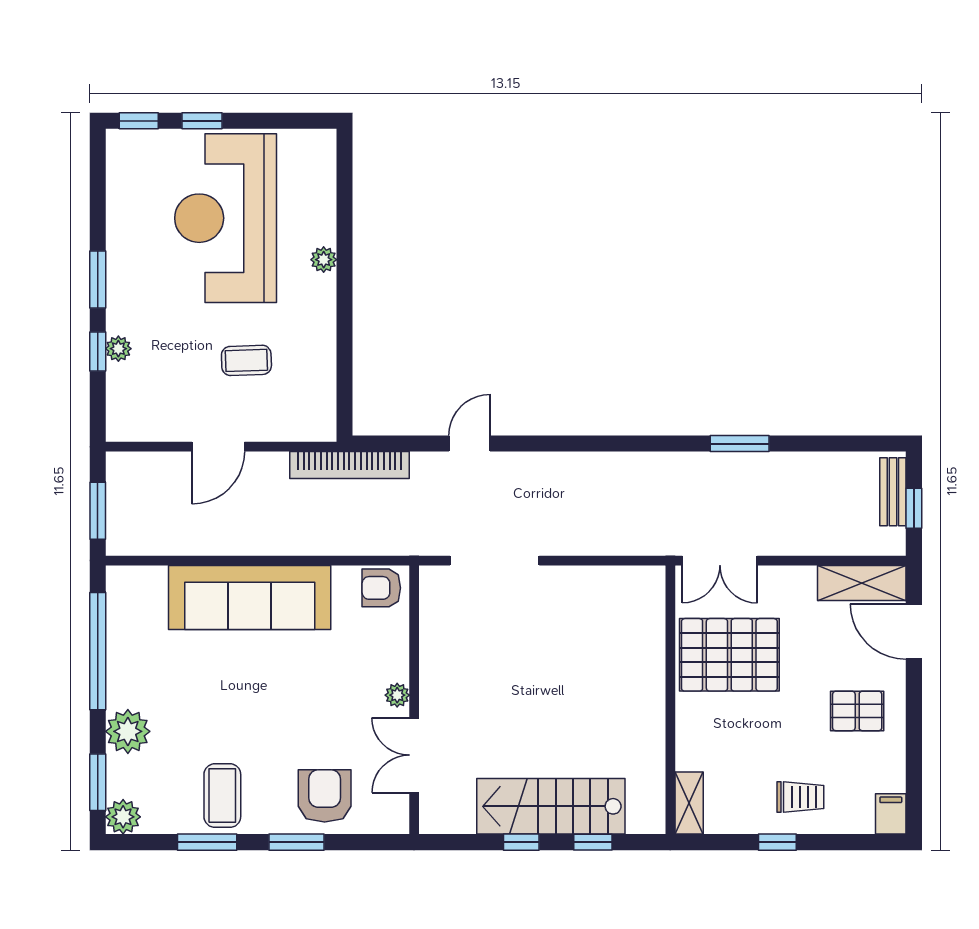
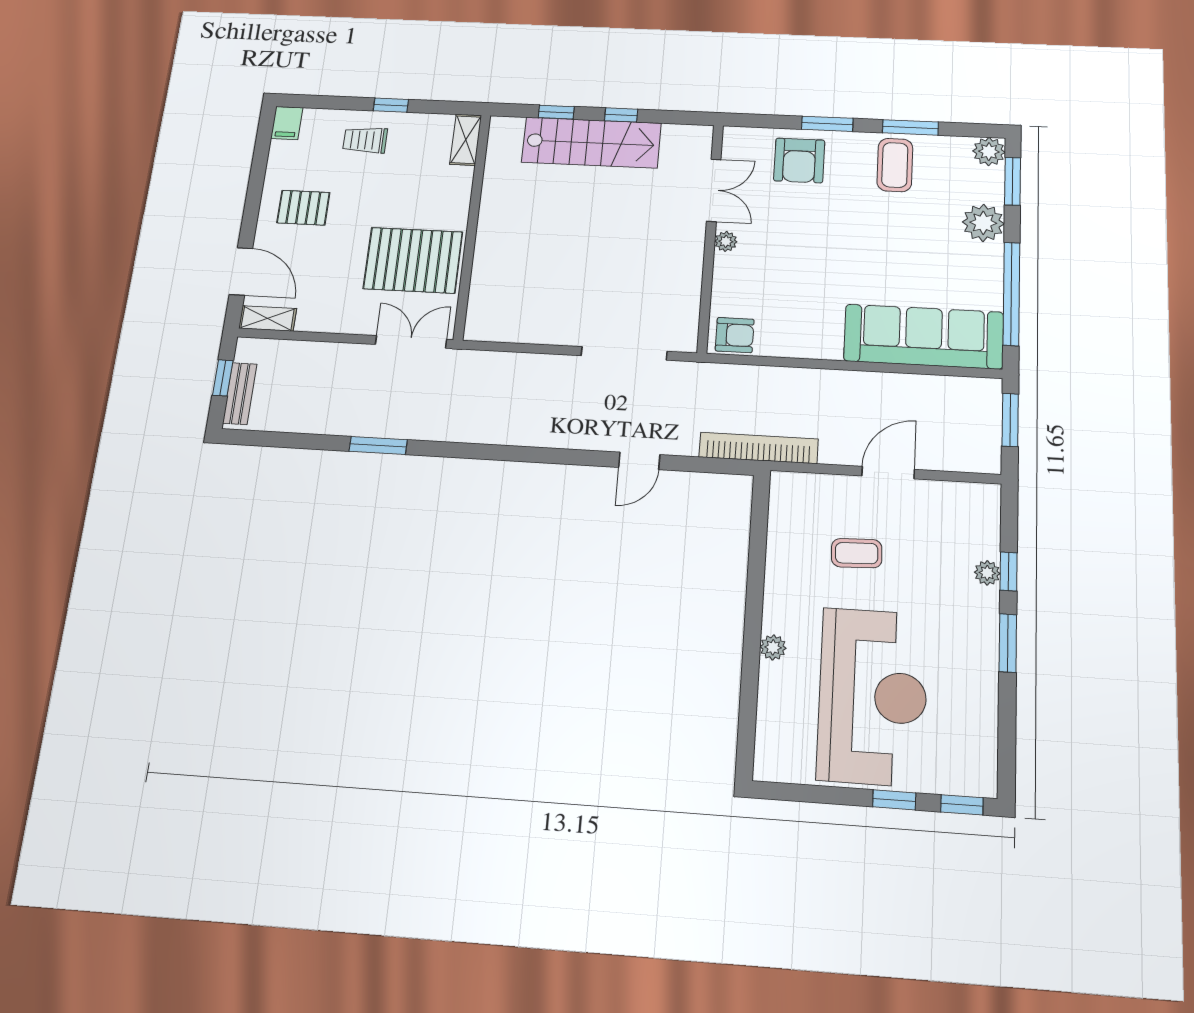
shelving: (862, 583) -> (268, 318), width x0.67, depth x0.75
sofa: (250, 597) -> (924, 337), moved

